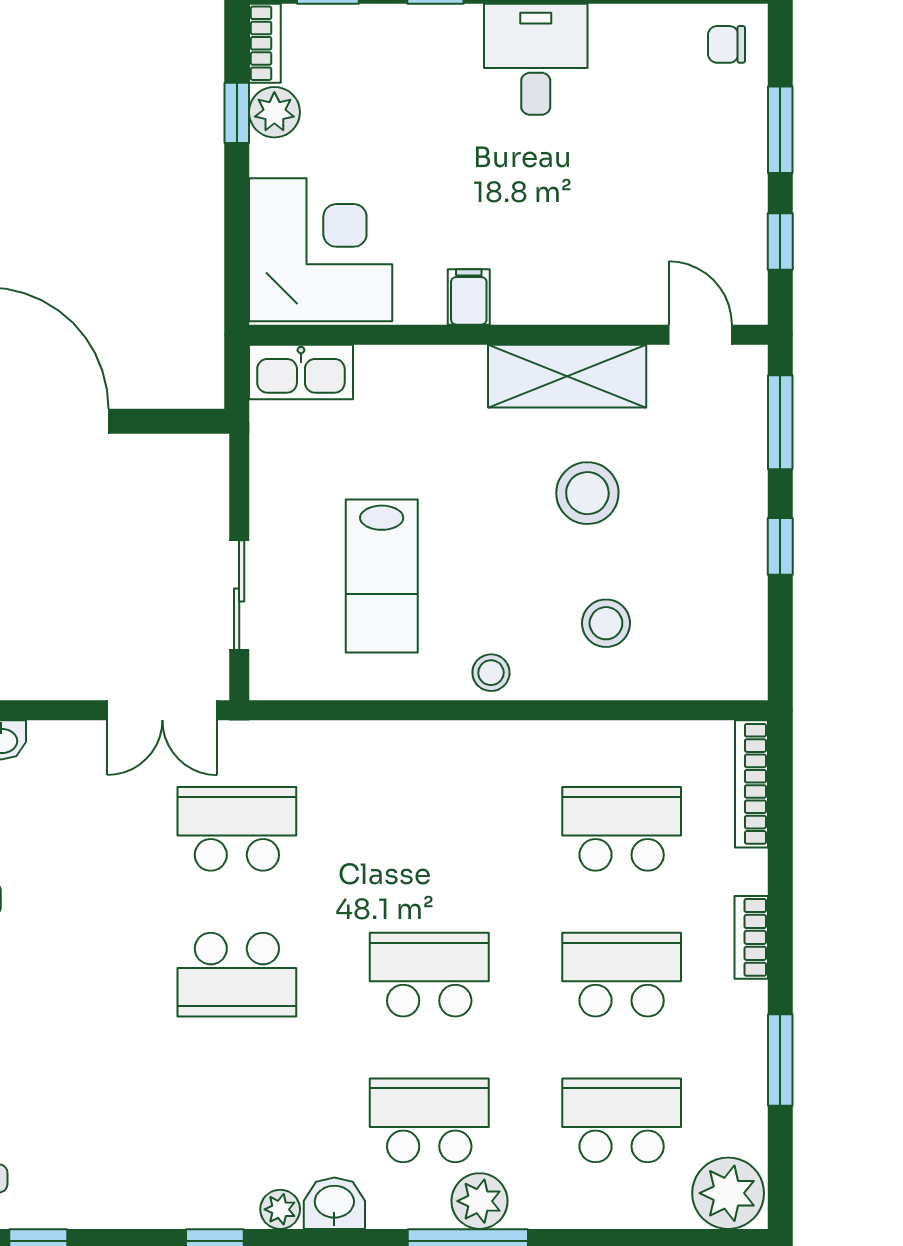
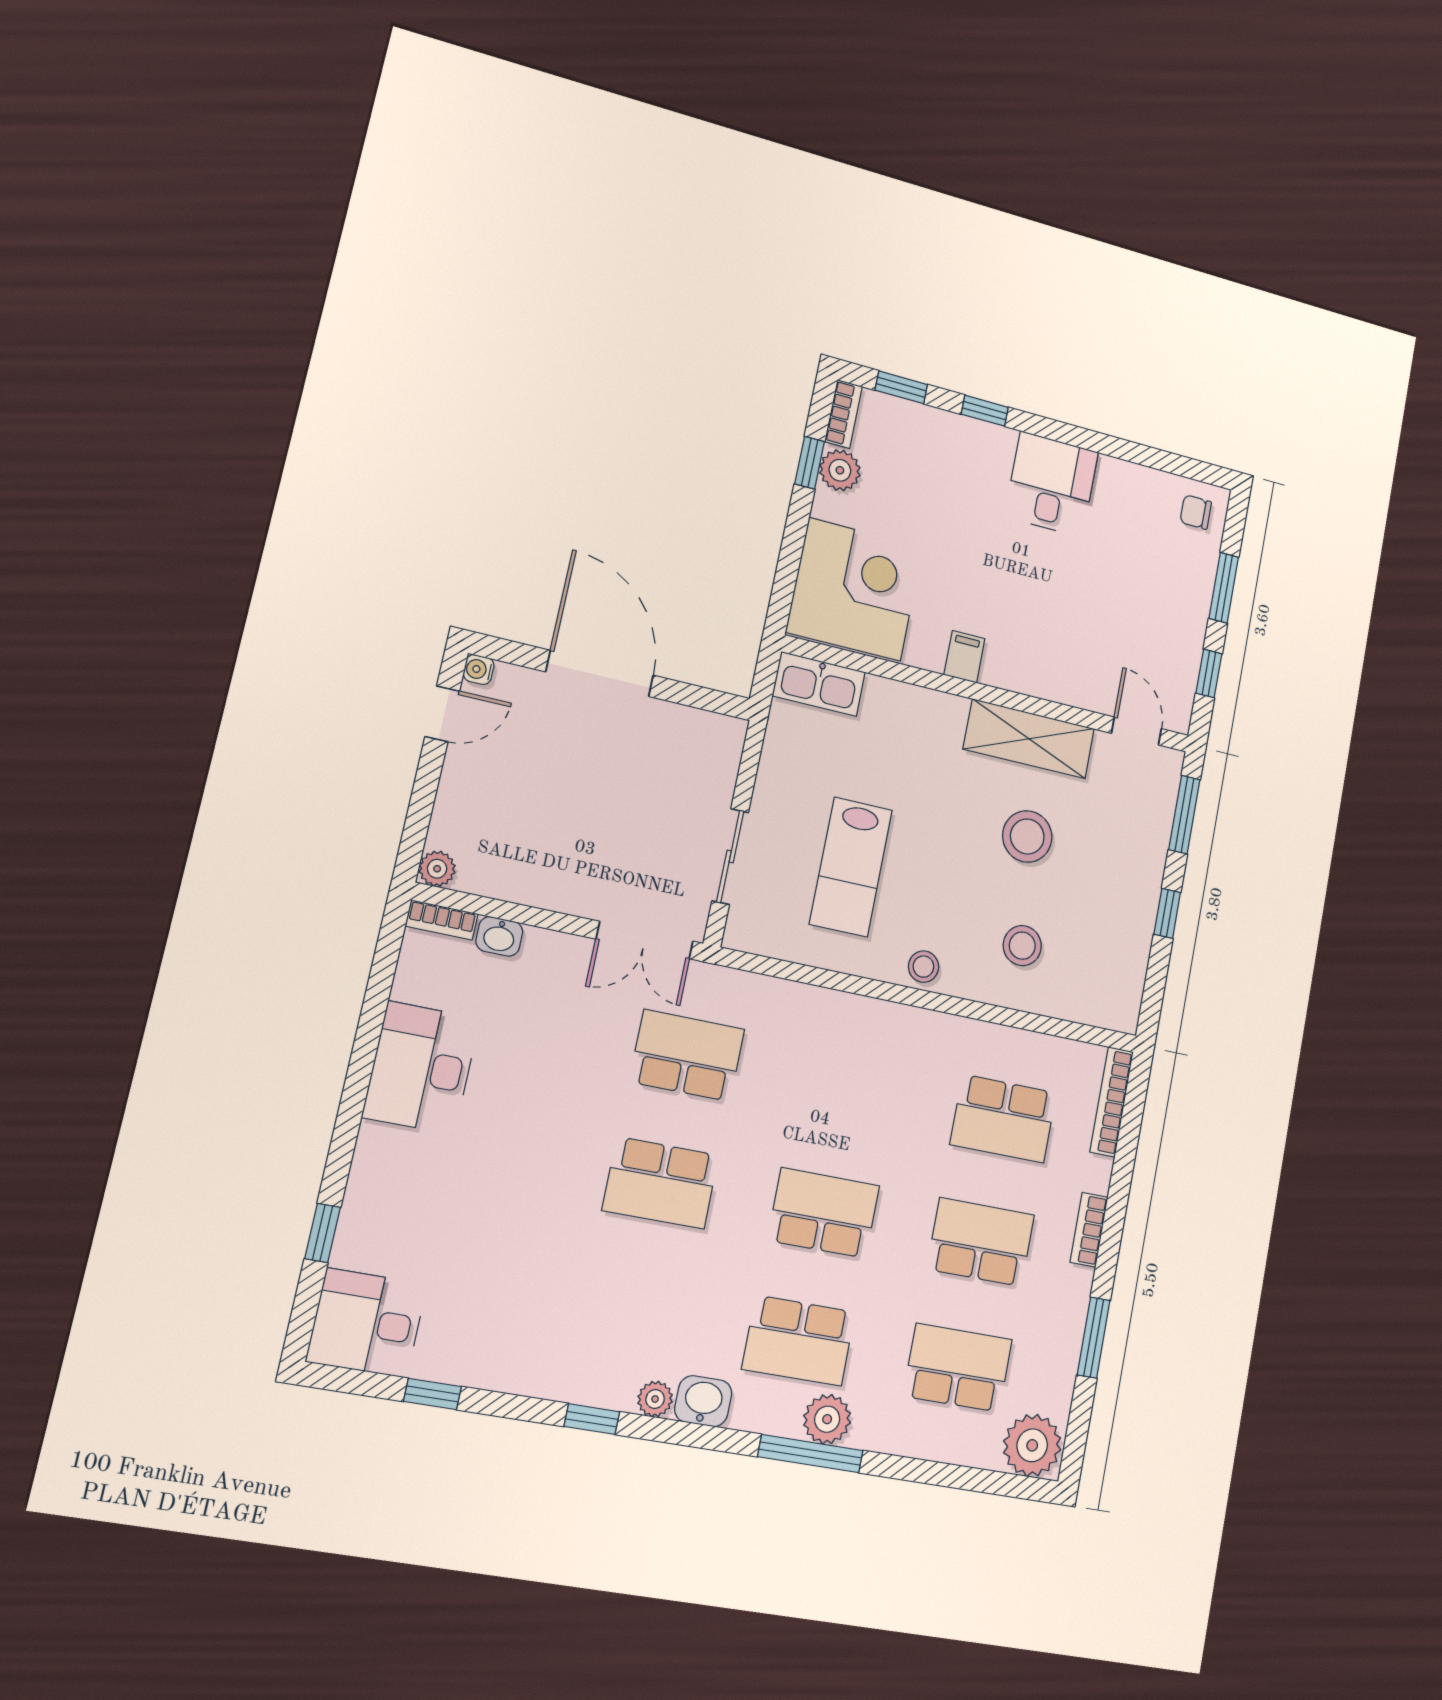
school desk: (622, 829) -> (1003, 1119), turned 180
school desk: (429, 1120) -> (799, 1341), turned 180

